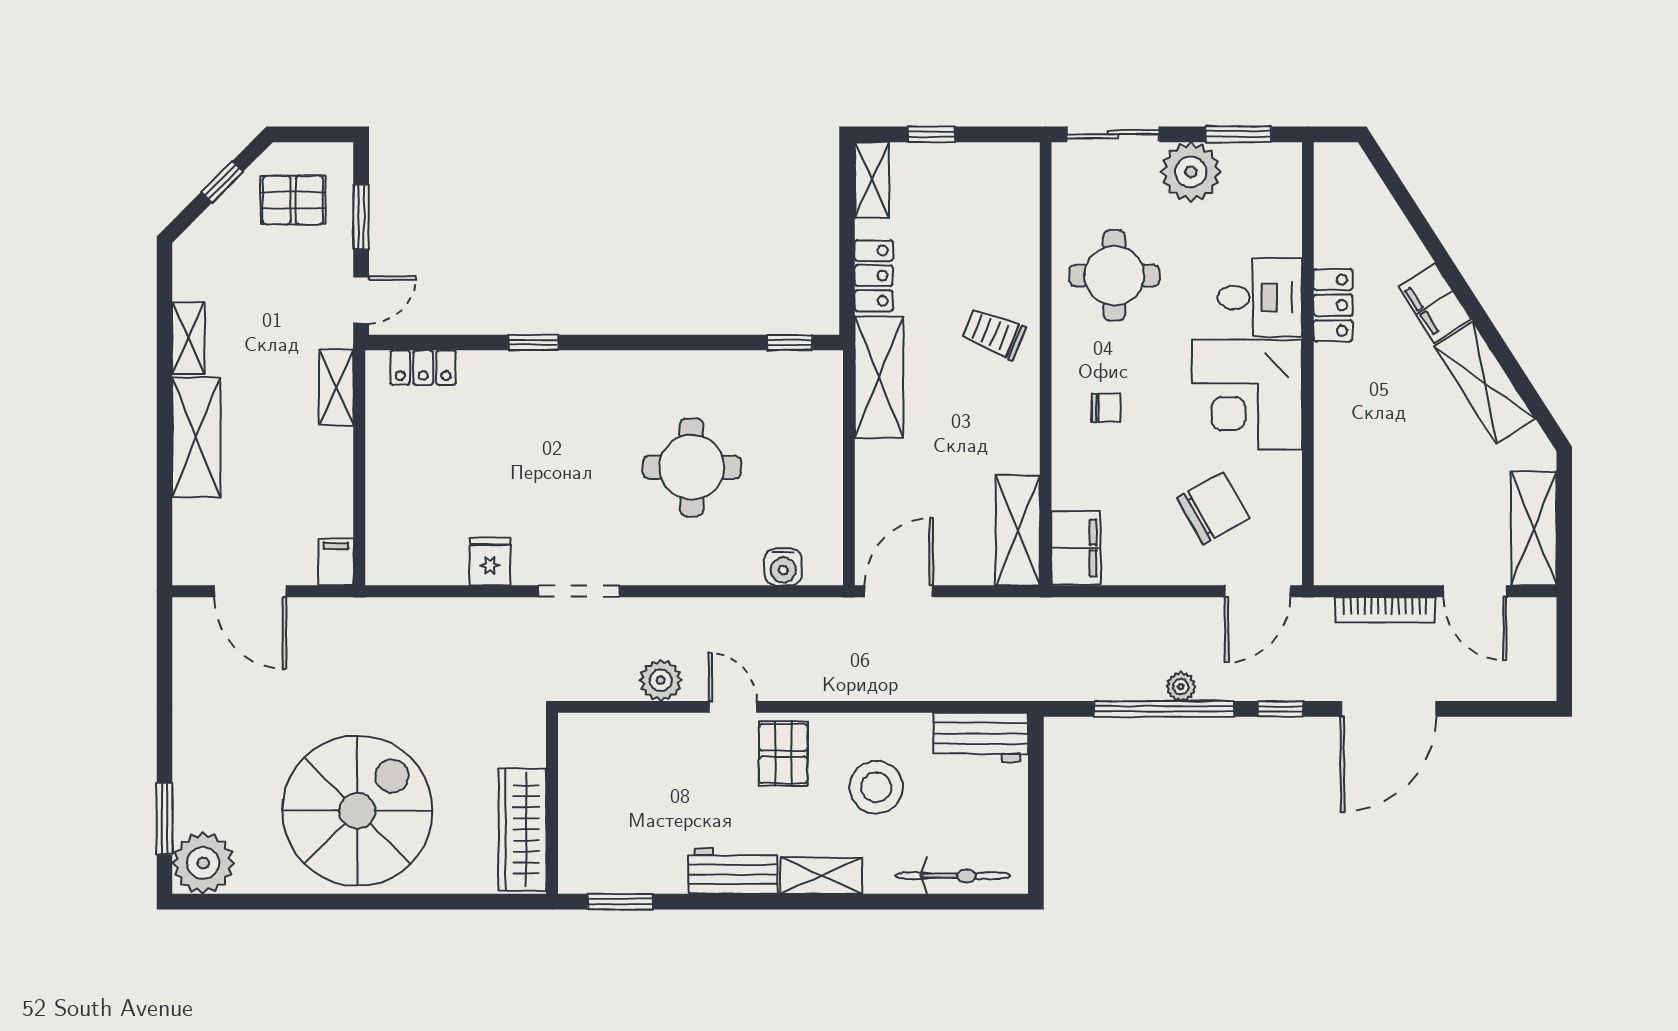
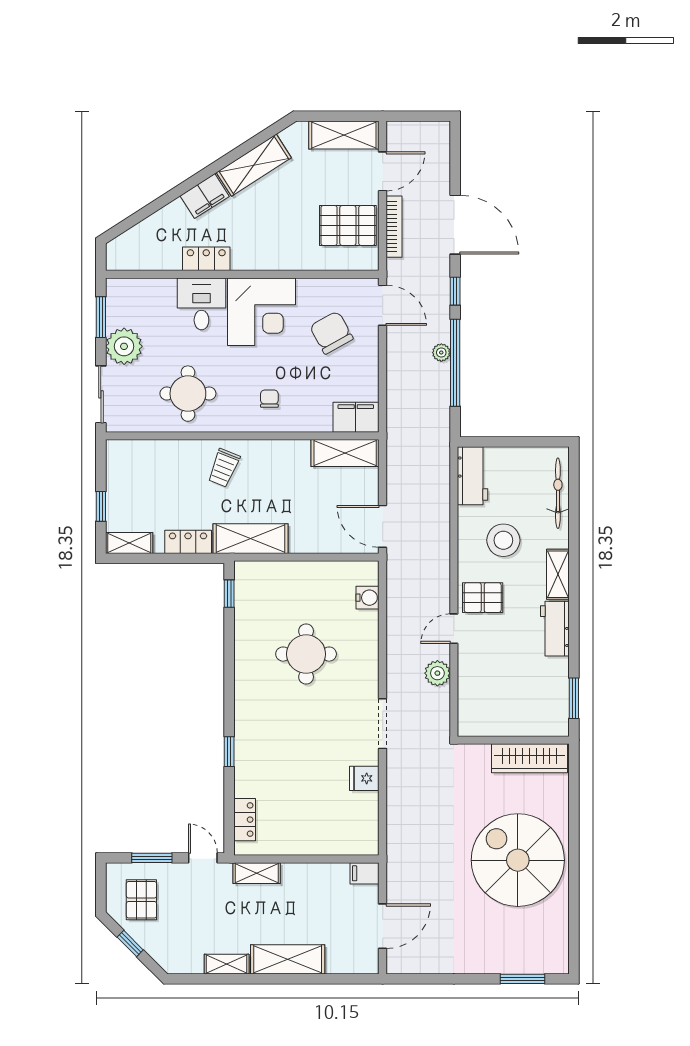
pallet: (1387, 535) -> (348, 225), added
plant: (203, 863) -> (550, 955), removed

